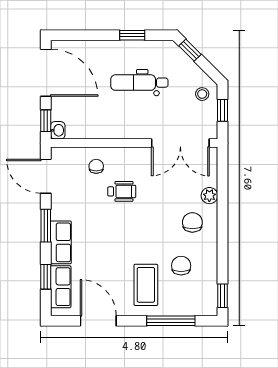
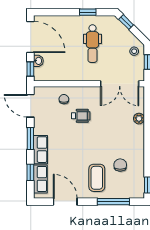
dental chair: (139, 83) -> (93, 44), turned -90
washbasin: (58, 130) -> (38, 61), moved
chair: (192, 222) -> (128, 136), removed

